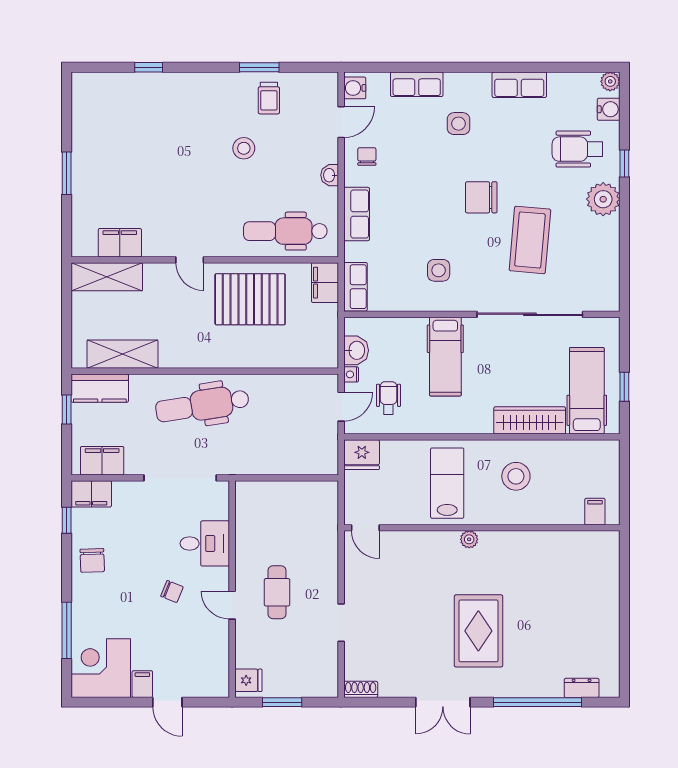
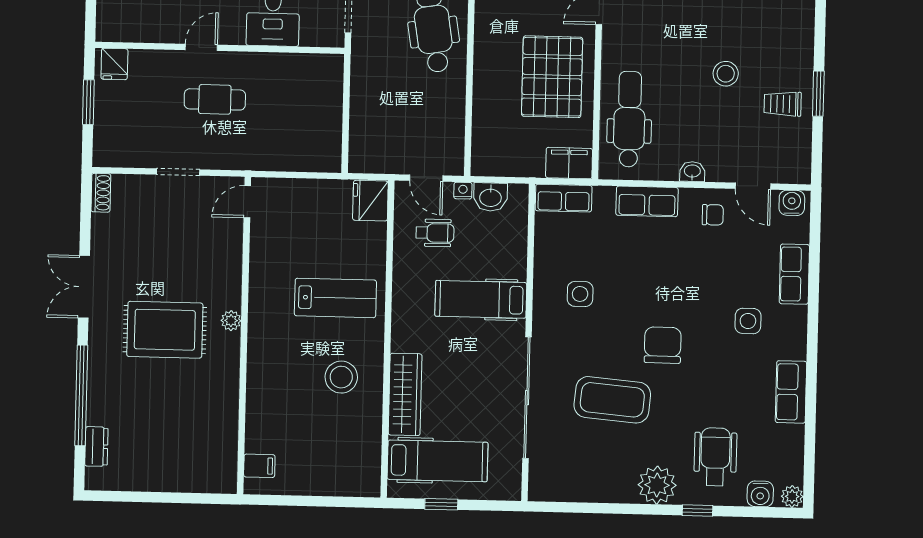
filing cabinet: (595, 512) -> (259, 466), moved
door: (365, 528) -> (247, 202), moved
wall: (482, 528) -> (244, 335), moved
plant: (469, 539) -> (231, 321), moved

